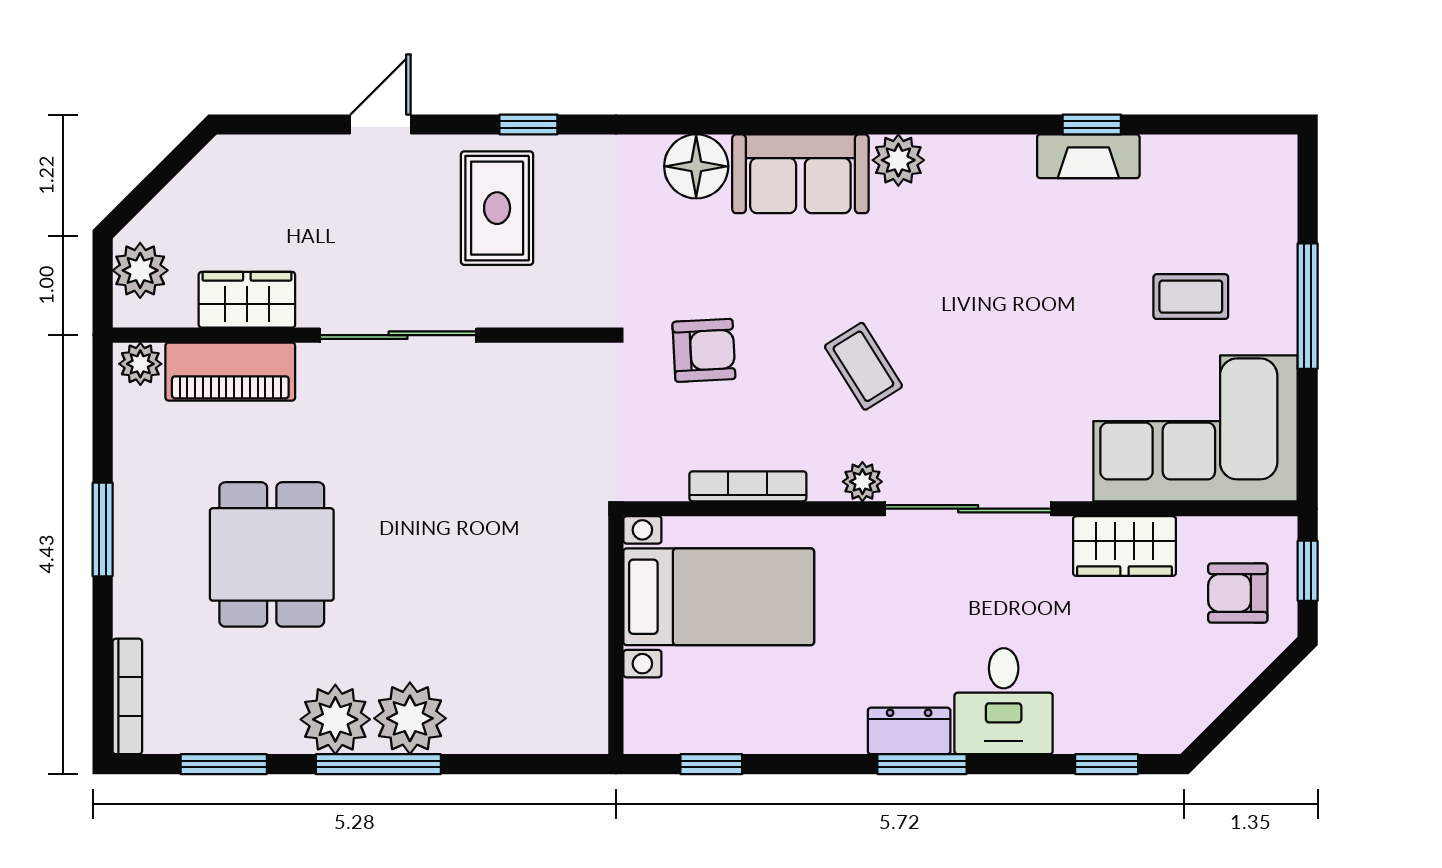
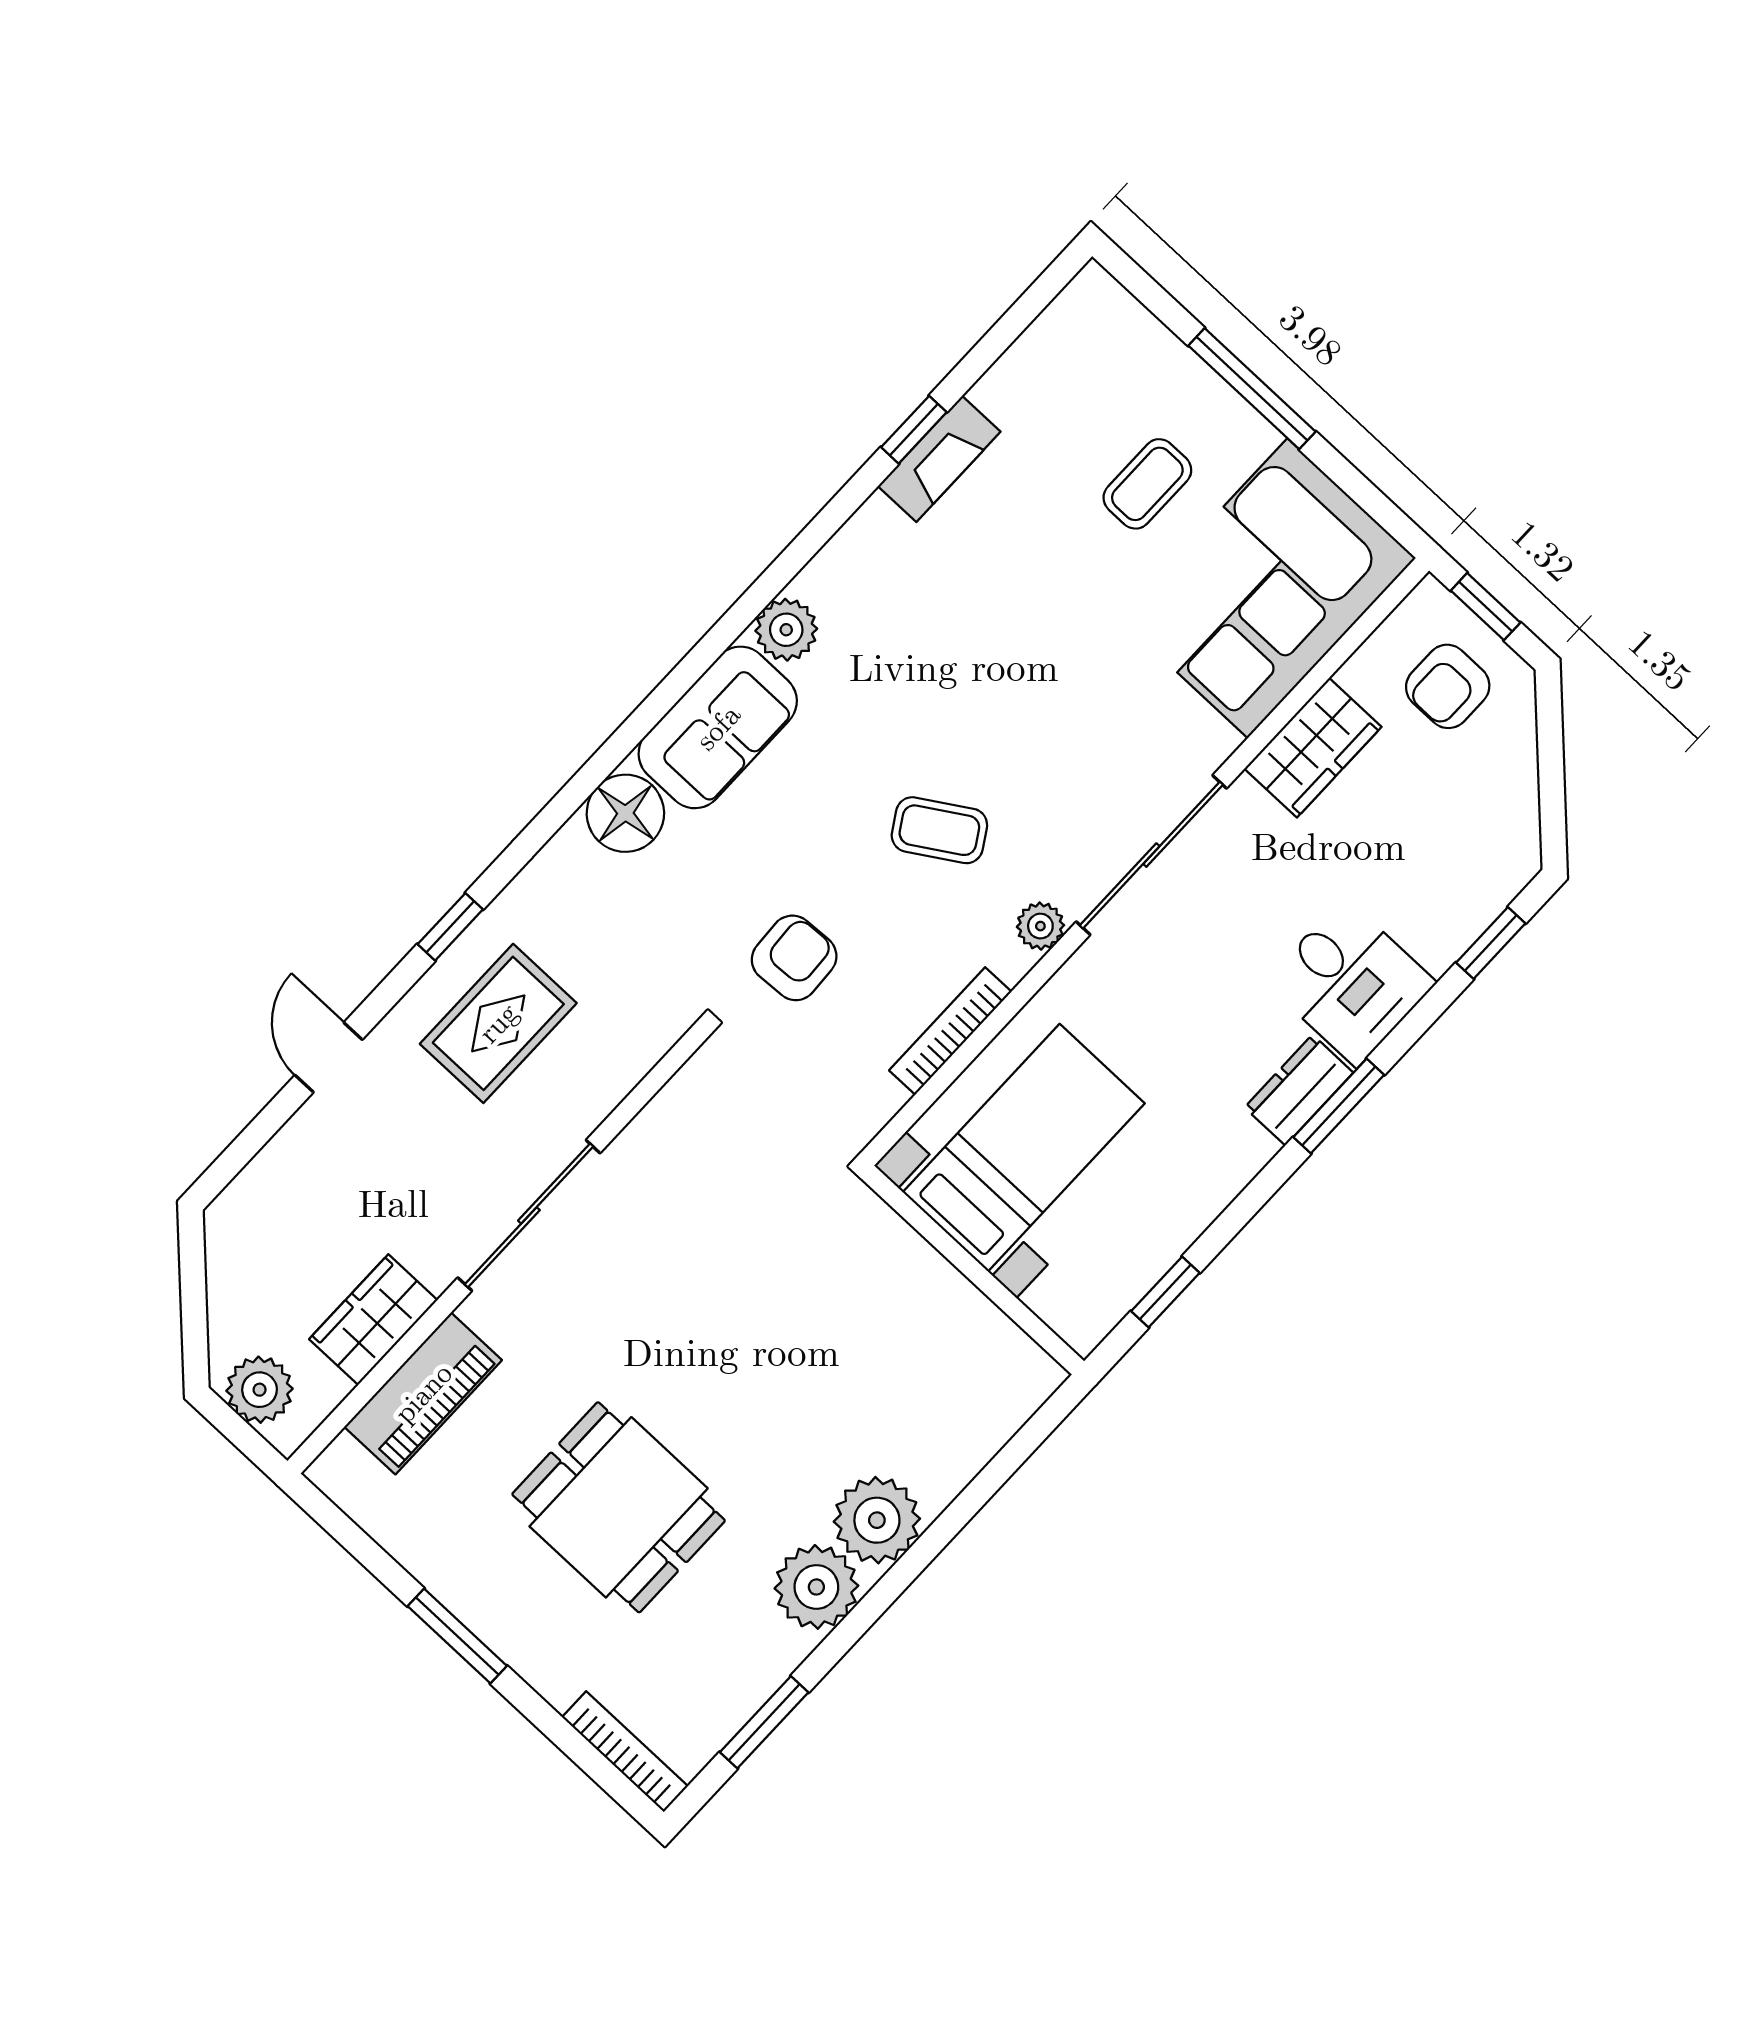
rug: (497, 208) -> (498, 1023), turned 90
plant: (140, 364) -> (342, 1466), removed
window: (378, 764) -> (891, 1586), removed

